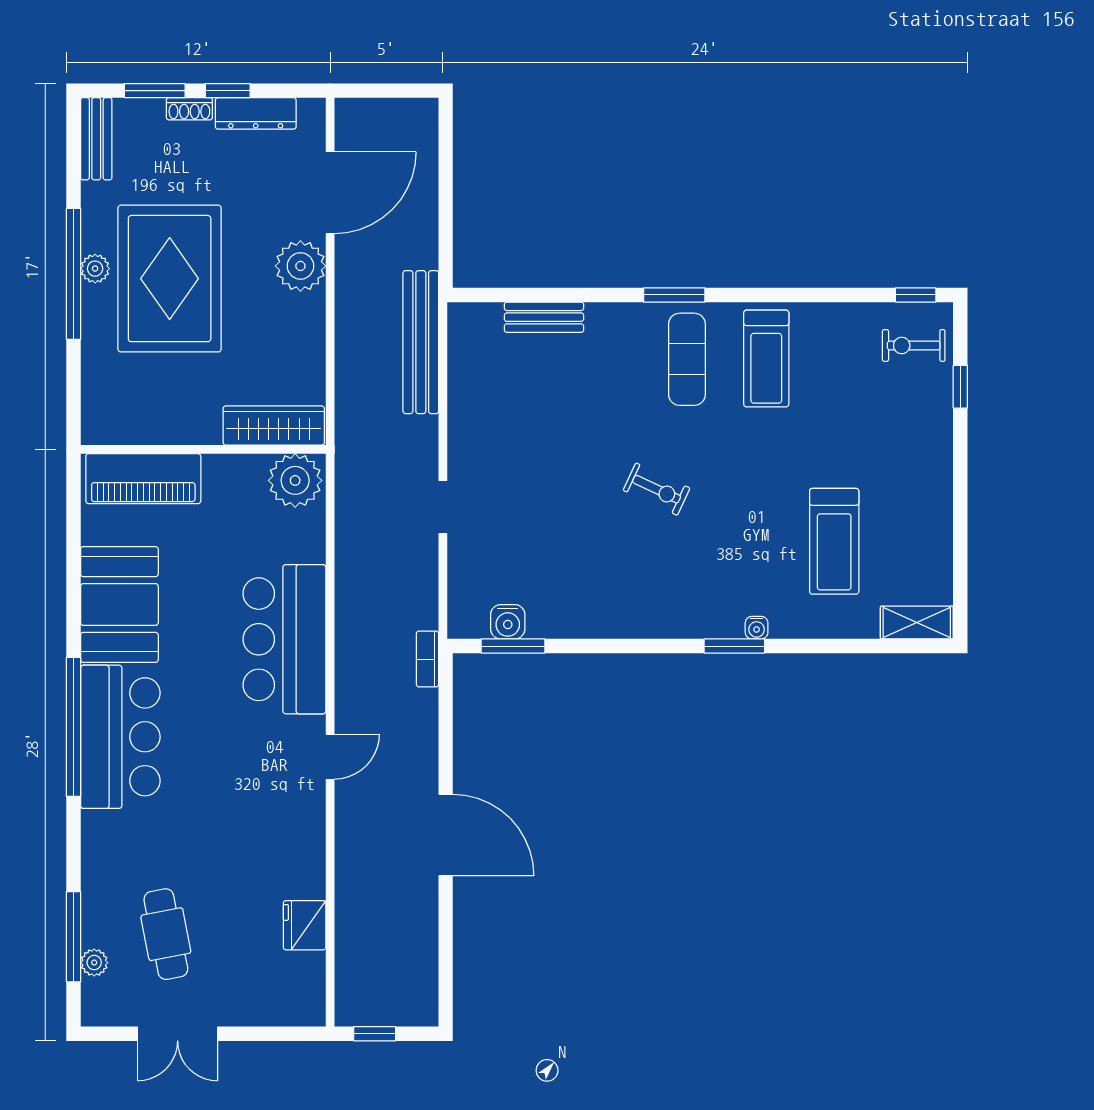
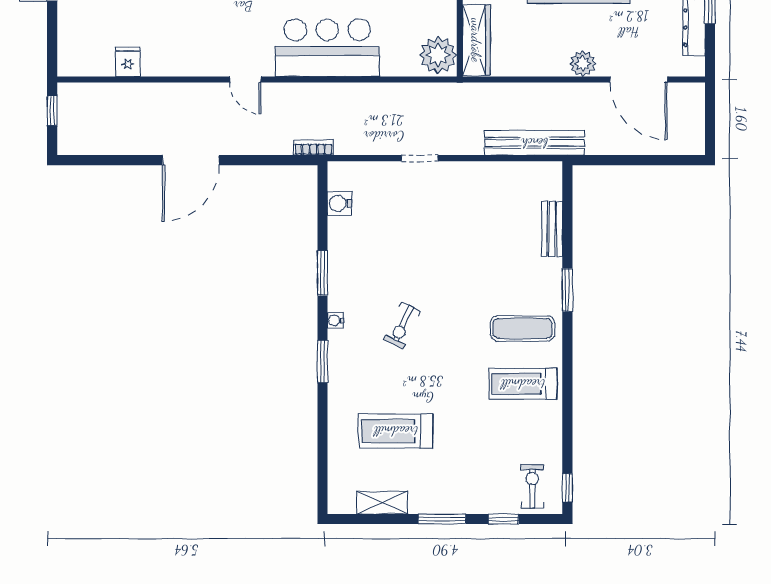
plant: (300, 266) -> (583, 64), width x0.73, depth x0.73
window: (674, 295) -> (567, 290), moved
window: (960, 475) -> (442, 519), added
exercise bike: (657, 489) -> (402, 325), moved
shelving: (917, 623) -> (382, 503), moved, turned 90
water cooler: (757, 628) -> (335, 320), moved
window: (513, 646) -> (323, 273), moved
fridge: (305, 925) -> (128, 62), width x0.72

